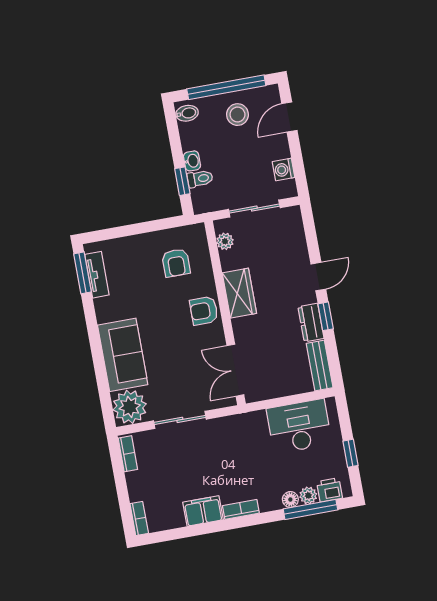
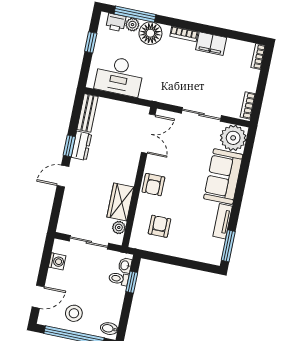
washbasin: (192, 161) -> (125, 265), moved
tv unit: (97, 275) -> (223, 221), moved
wardrobe: (239, 293) -> (120, 202), moved
armchair: (204, 311) -> (153, 185), turned 90
floor lamp: (290, 499) -> (150, 33), width x1.89, depth x1.89

